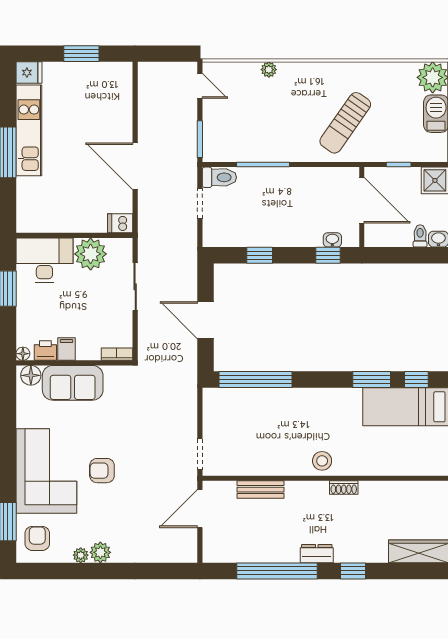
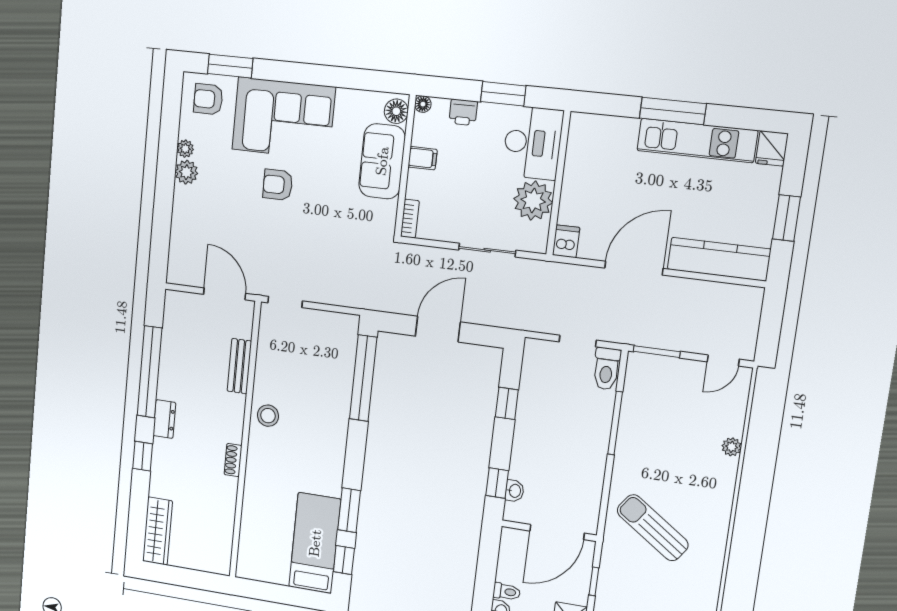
kitchen counter: (120, 101) -> (719, 259), added
printer: (45, 351) -> (463, 112), moved, turned 90
stool: (322, 461) -> (268, 416), moved
armchair: (102, 471) -> (278, 185), turned -90
armchair: (37, 538) -> (208, 99), turned 180

